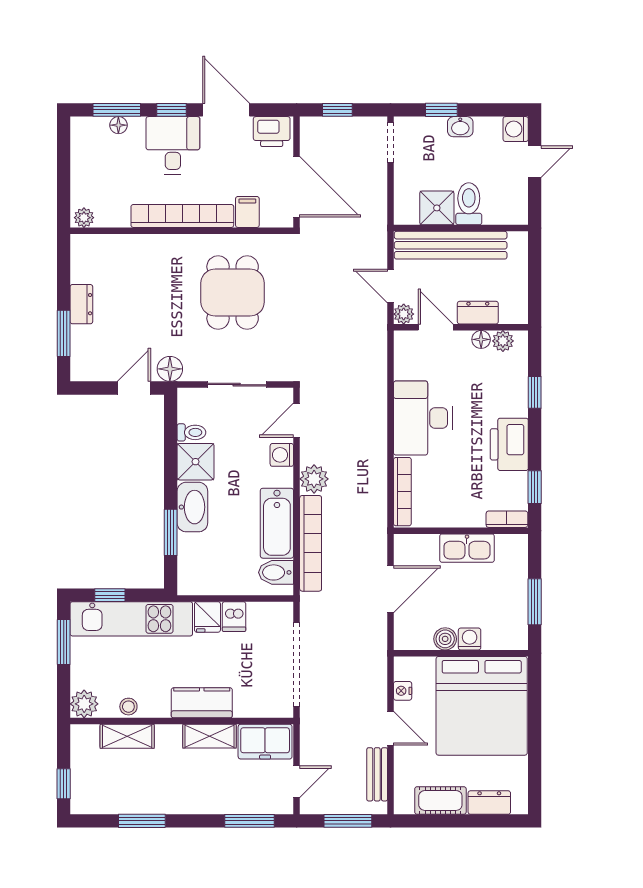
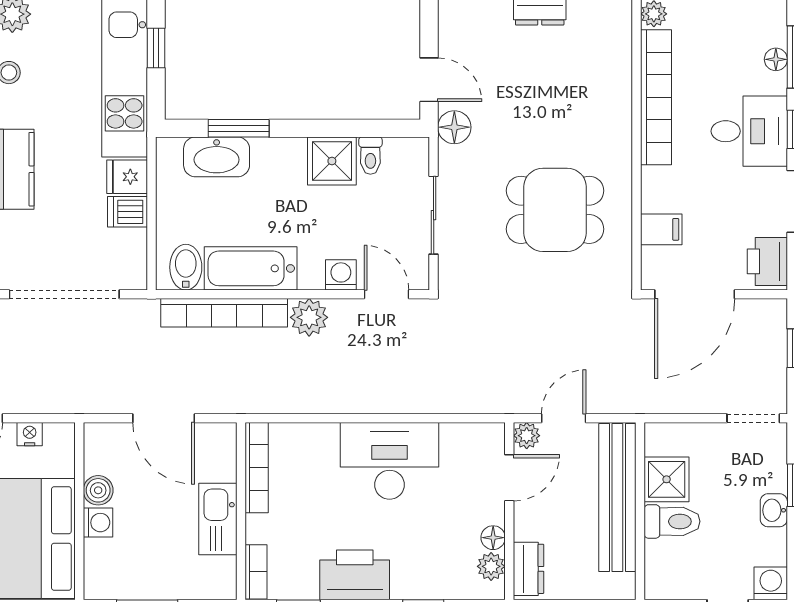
bookcase: (182, 216) -> (656, 97), moved
dresser: (478, 313) -> (528, 569), moved
bookcase: (402, 492) -> (257, 468), moved, turned -90
washbasin: (192, 507) -> (217, 157), moved

